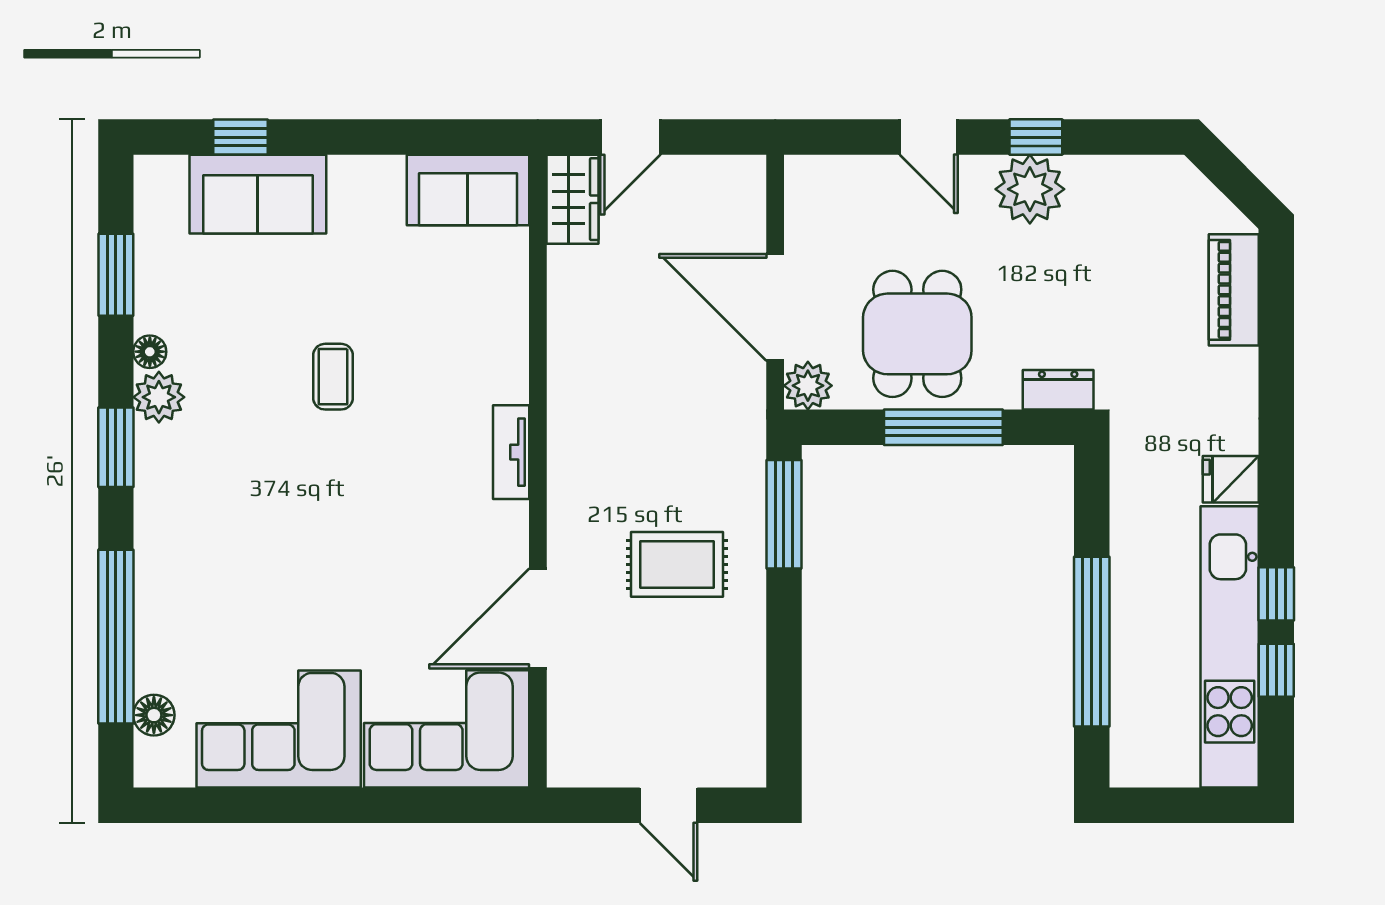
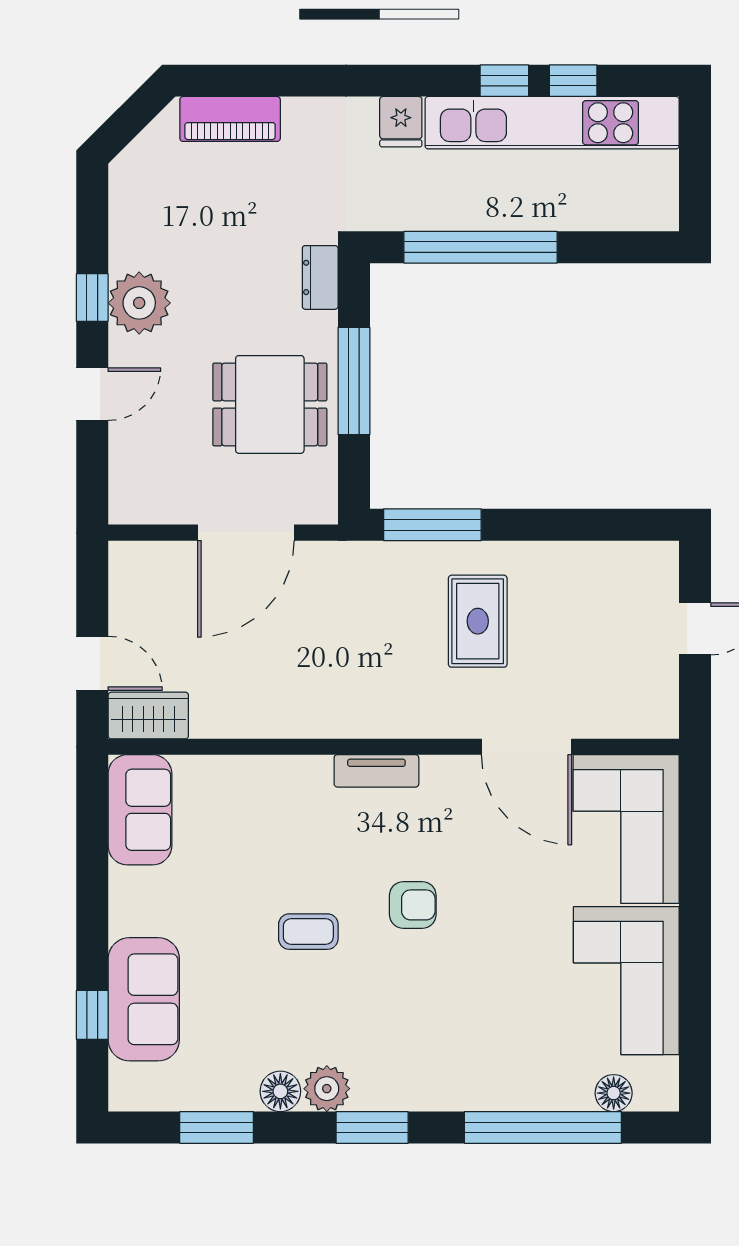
floor lamp: (150, 352) -> (280, 1091), width x1.37, depth x1.37
plant: (808, 386) -> (316, 503), removed
armchair: (362, 492) -> (413, 905), added
window: (1092, 642) -> (481, 247), moved

